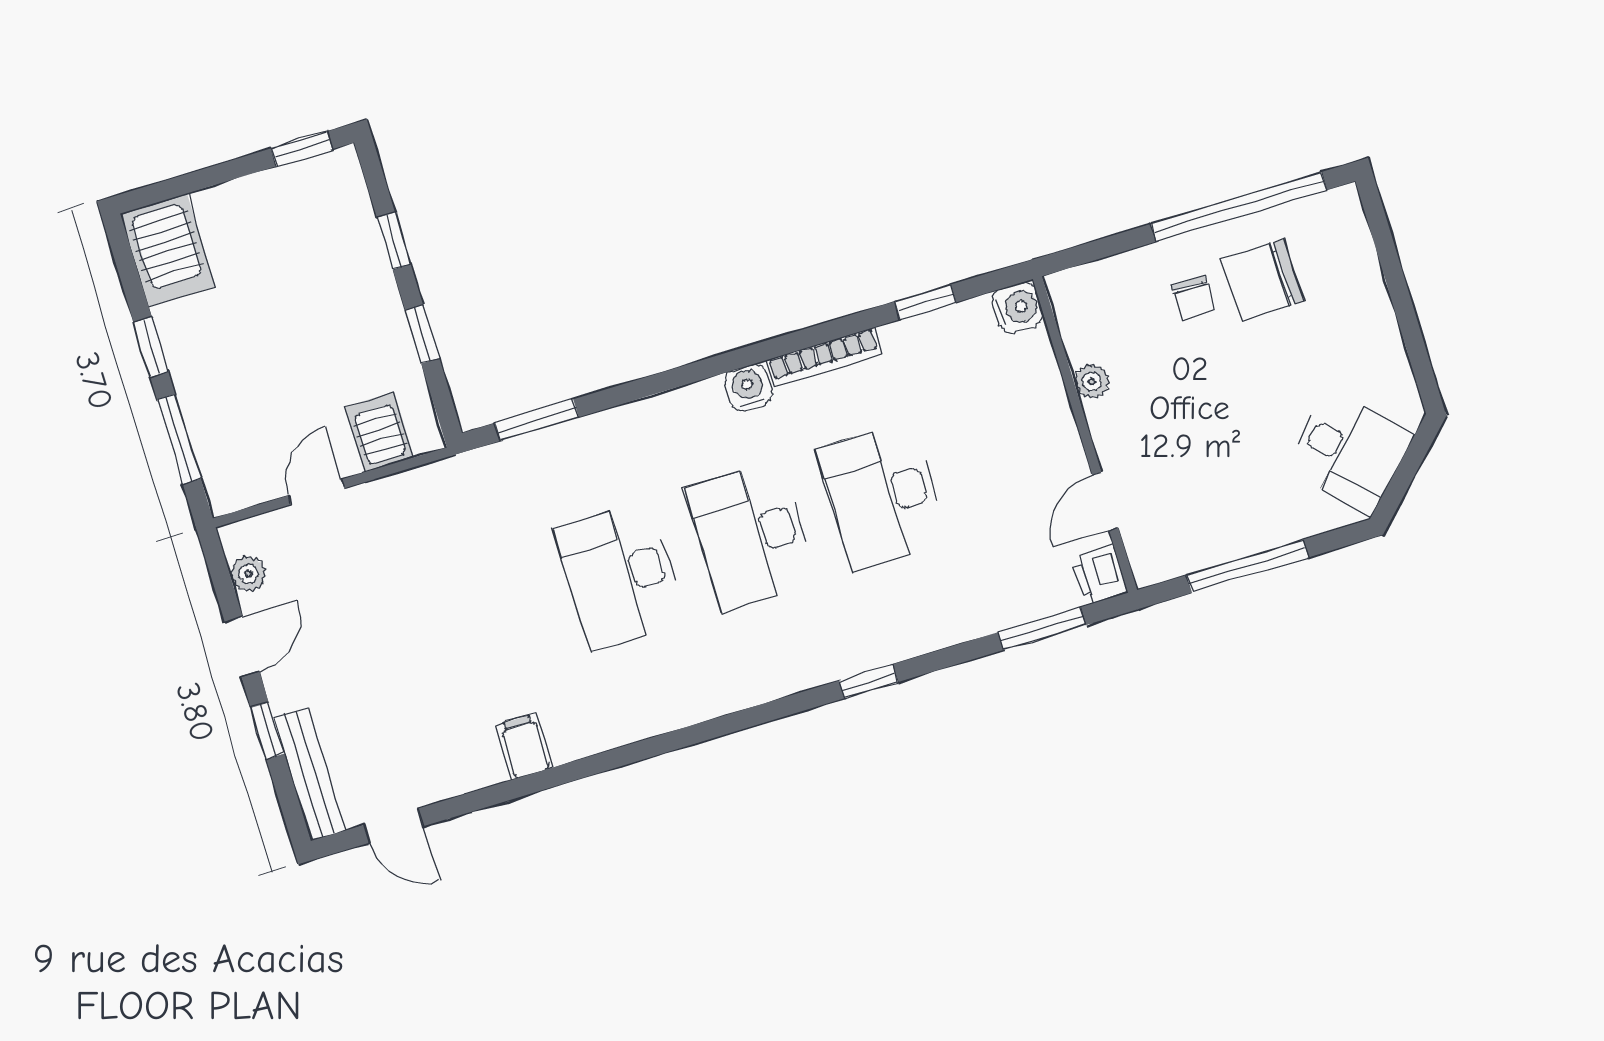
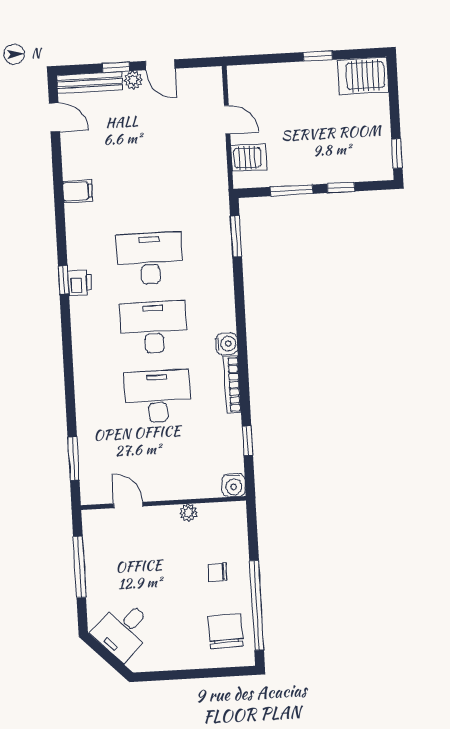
chair: (1263, 280) -> (226, 631), moved
window: (422, 334) -> (292, 190), width x1.50
window: (179, 439) -> (269, 59), removed
plant: (248, 574) -> (133, 80), moved
printer: (1099, 576) -> (80, 283), moved, turned 90
window: (868, 681) -> (64, 280), moved
door: (393, 826) -> (54, 118), swing flipped

